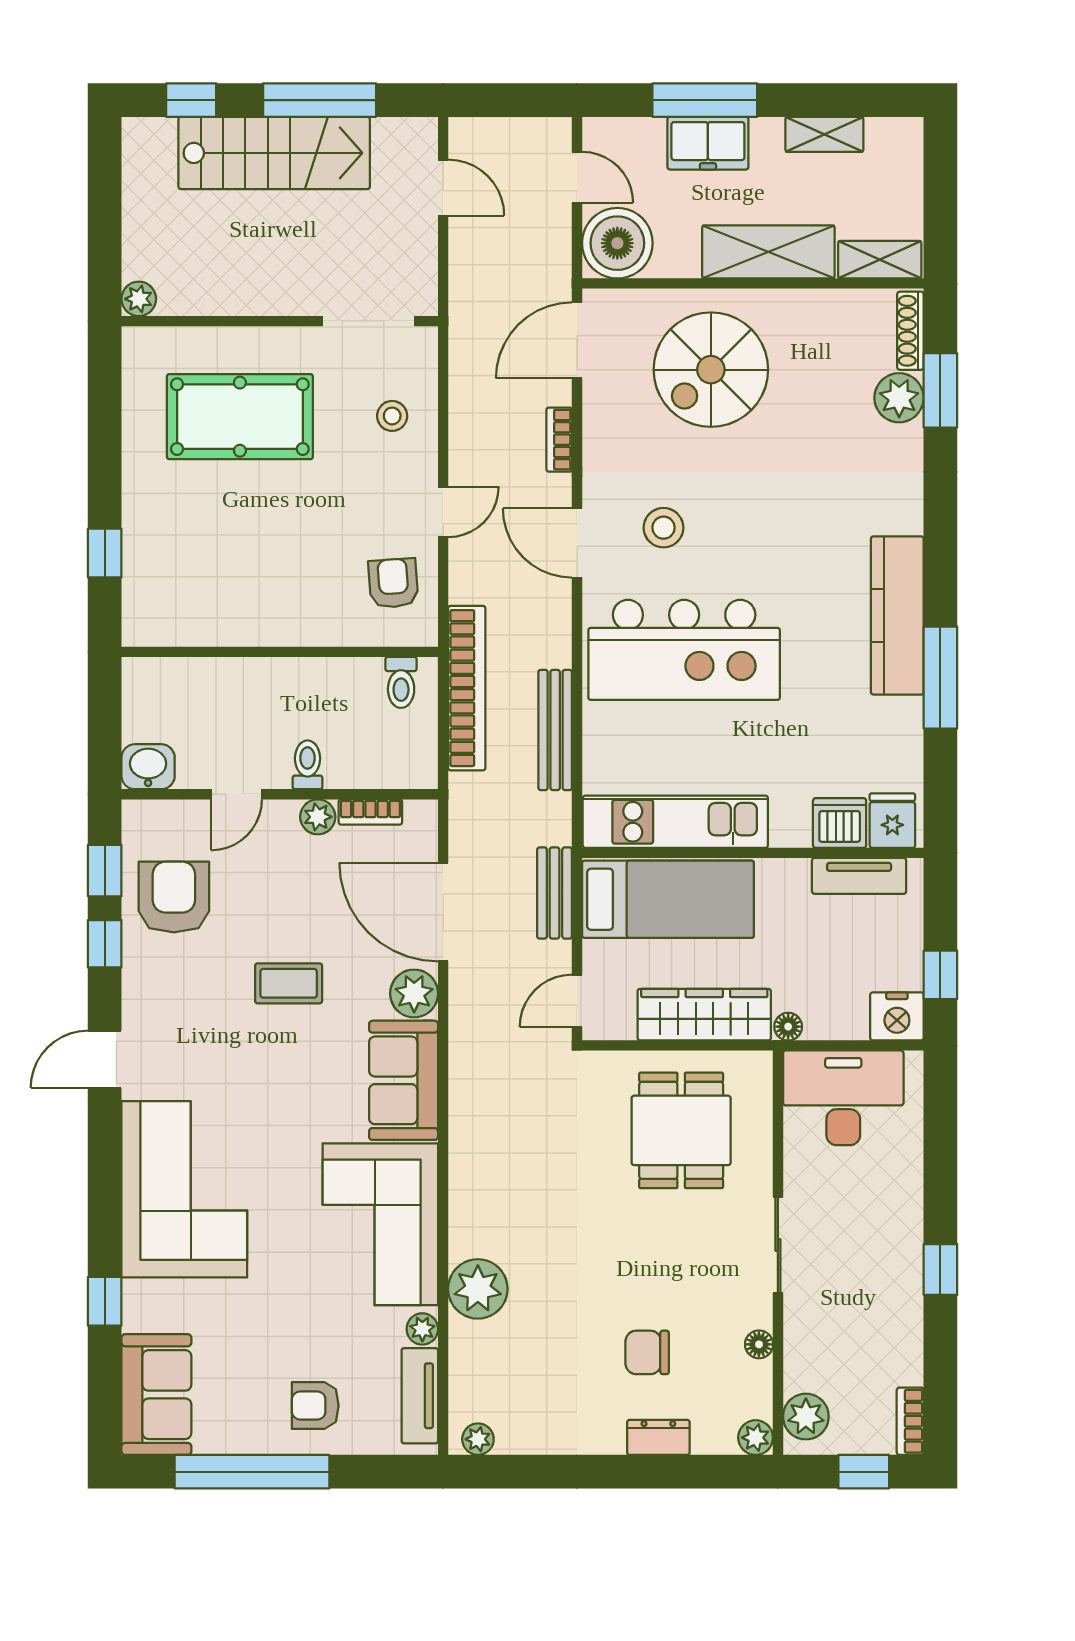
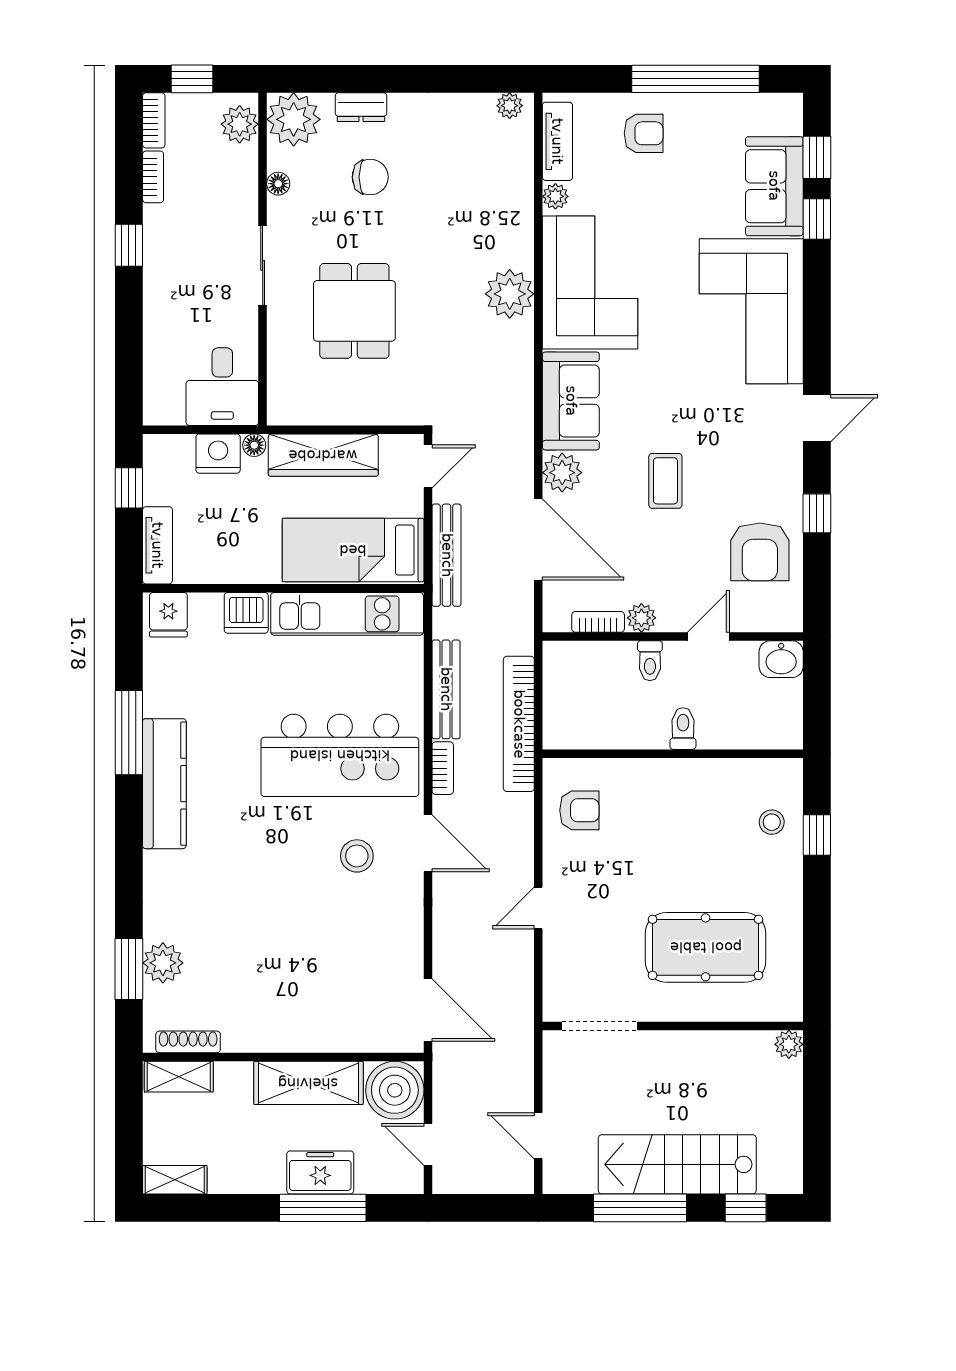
shelving: (824, 134) -> (175, 1180), moved
shelving: (768, 252) -> (308, 1083), moved
shoe rack: (910, 331) -> (188, 1042), moved, turned -90
door: (577, 340) -> (428, 1010), hinge flipped
spiral stairs: (711, 370) -> (318, 986), removed
stool: (392, 416) -> (772, 822), moved
bookcase: (559, 440) -> (443, 768), moved
door: (443, 512) -> (538, 908), moved
armchair: (393, 583) -> (579, 810), turned -86
kitchen island: (684, 650) -> (340, 755), turned 180
toilet: (401, 682) -> (683, 729), moved
dishwasher: (840, 823) -> (246, 613), moved
window: (105, 871) -> (817, 157), moved
tv unit: (859, 876) -> (157, 545), moved, turned 90
bench: (555, 893) -> (447, 555), width x1.36
coffee table: (289, 983) -> (665, 481), turned 90
nightstand: (897, 1016) -> (218, 454), moved
desk: (843, 1098) -> (222, 387), width x0.73
dining table: (681, 1130) -> (354, 311), moved
plant: (478, 1289) -> (510, 294), moved
bookcase: (911, 1353) -> (153, 177), added
sofa: (156, 1395) -> (774, 186), moved
plant: (756, 1438) -> (294, 119), width x1.88, depth x1.88

